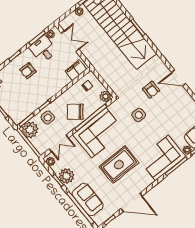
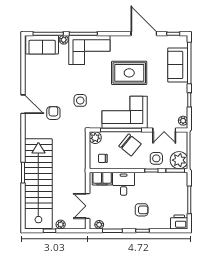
desk: (43, 49) -> (124, 184), moved, turned 180
double door: (59, 143) -> (164, 130), swing flipped
plant: (66, 176) -> (180, 98), removed

